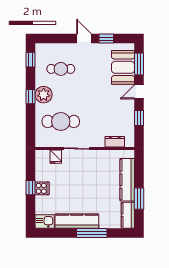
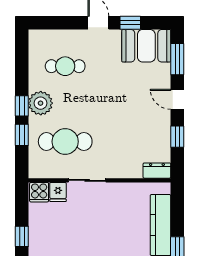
window: (31, 60) -> (22, 135), moved
booth: (123, 67) -> (146, 46), moved, turned 90
door: (139, 92) -> (177, 99), hinge flipped
dresser: (115, 142) -> (157, 171), moved
cooker: (42, 188) -> (39, 192), moved, turned 90

